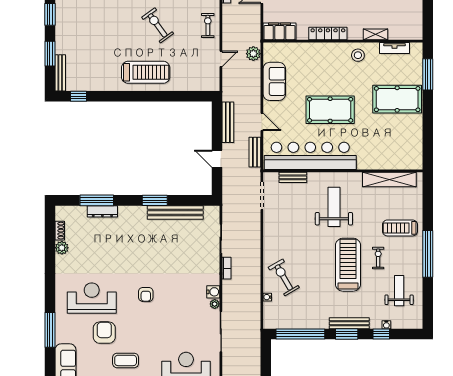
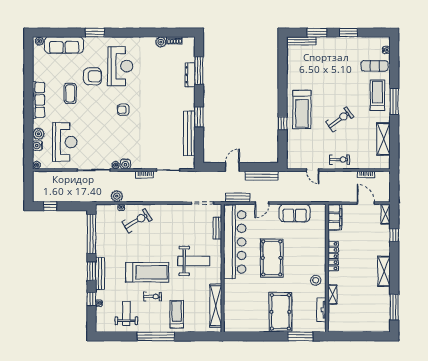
plant: (253, 54) -> (117, 196), moved
window: (78, 96) -> (283, 123), moved
weight bench: (399, 291) -> (126, 313), turned -90
window: (50, 330) -> (95, 33), width x0.69

